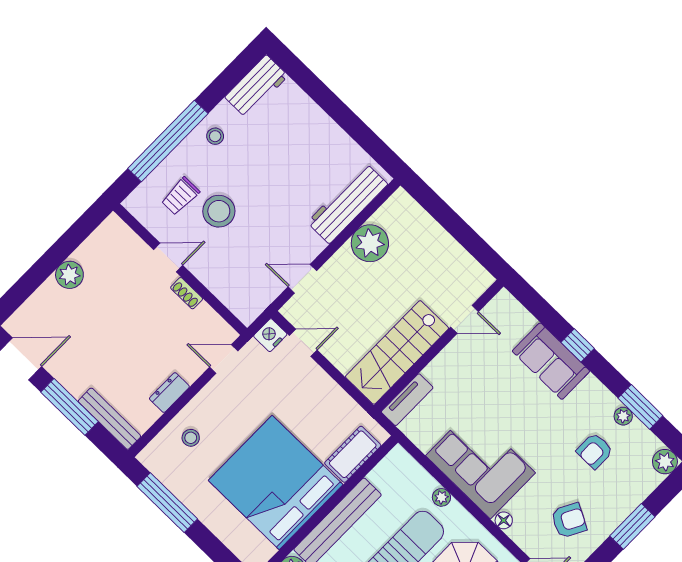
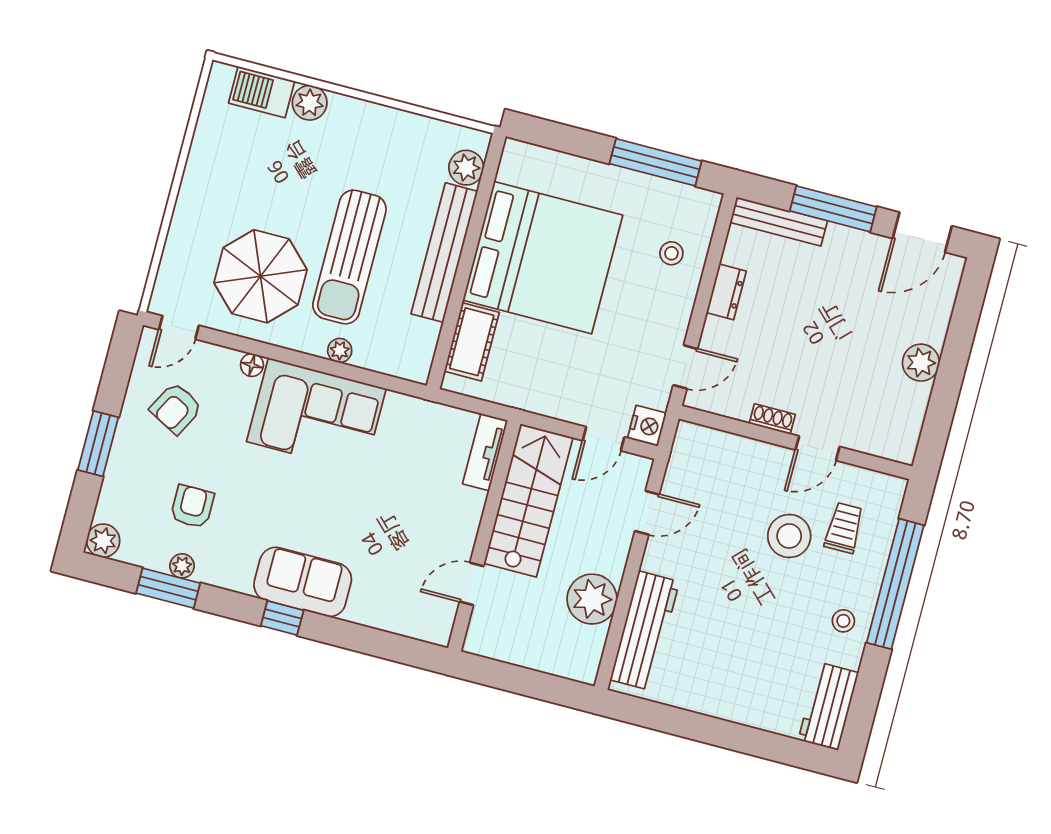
door: (465, 319) -> (472, 584), moved
wall: (439, 346) -> (484, 536), moved
stairs: (397, 352) -> (528, 500), moved
tv unit: (407, 400) -> (485, 452), moved

